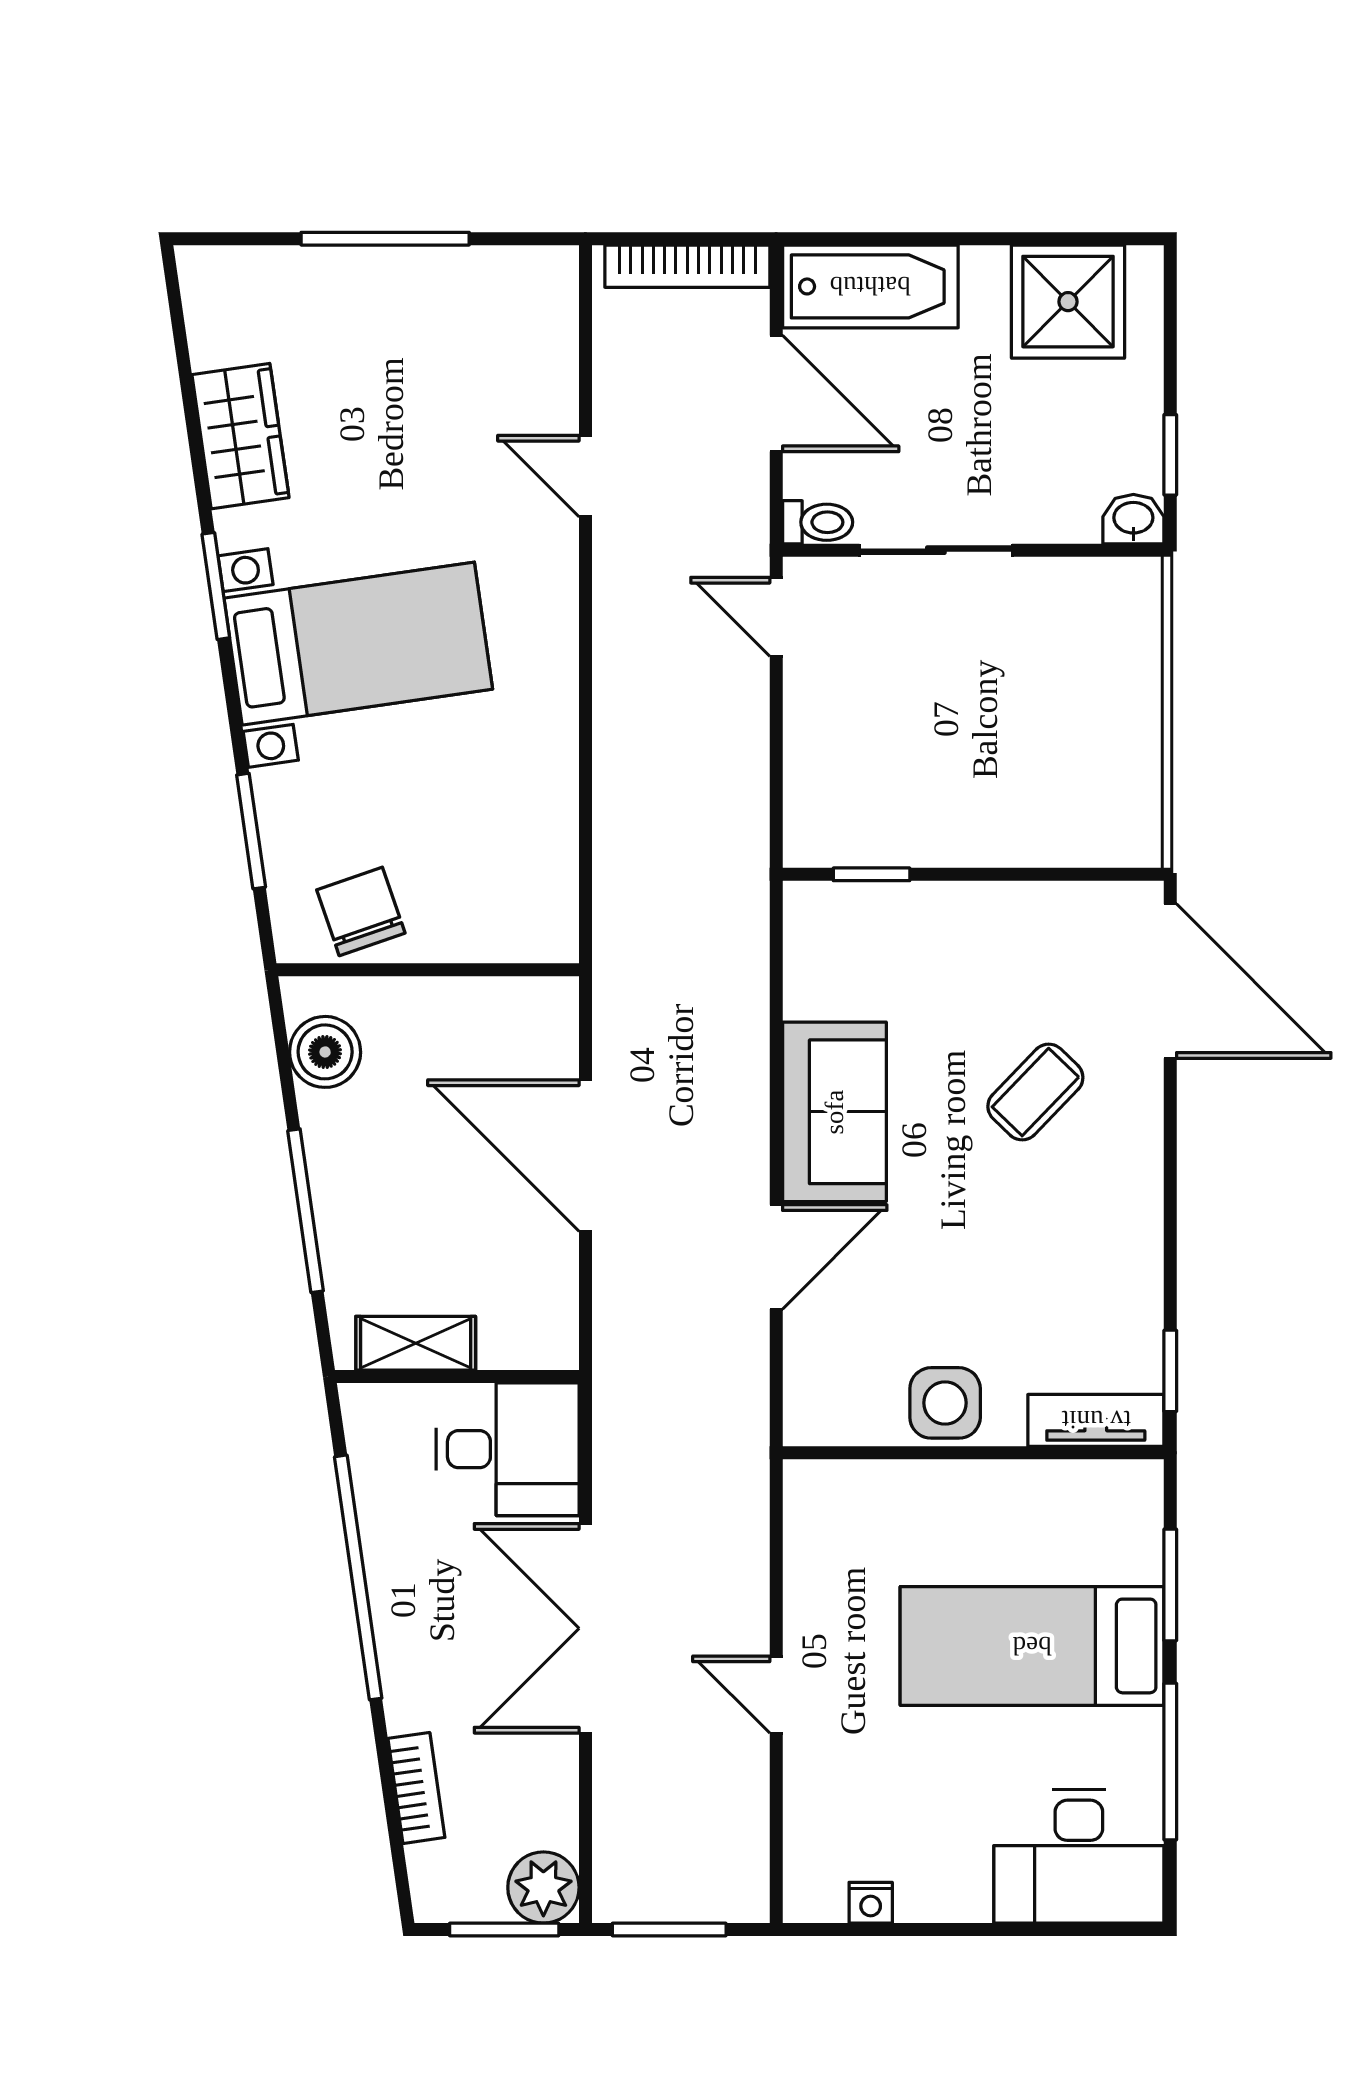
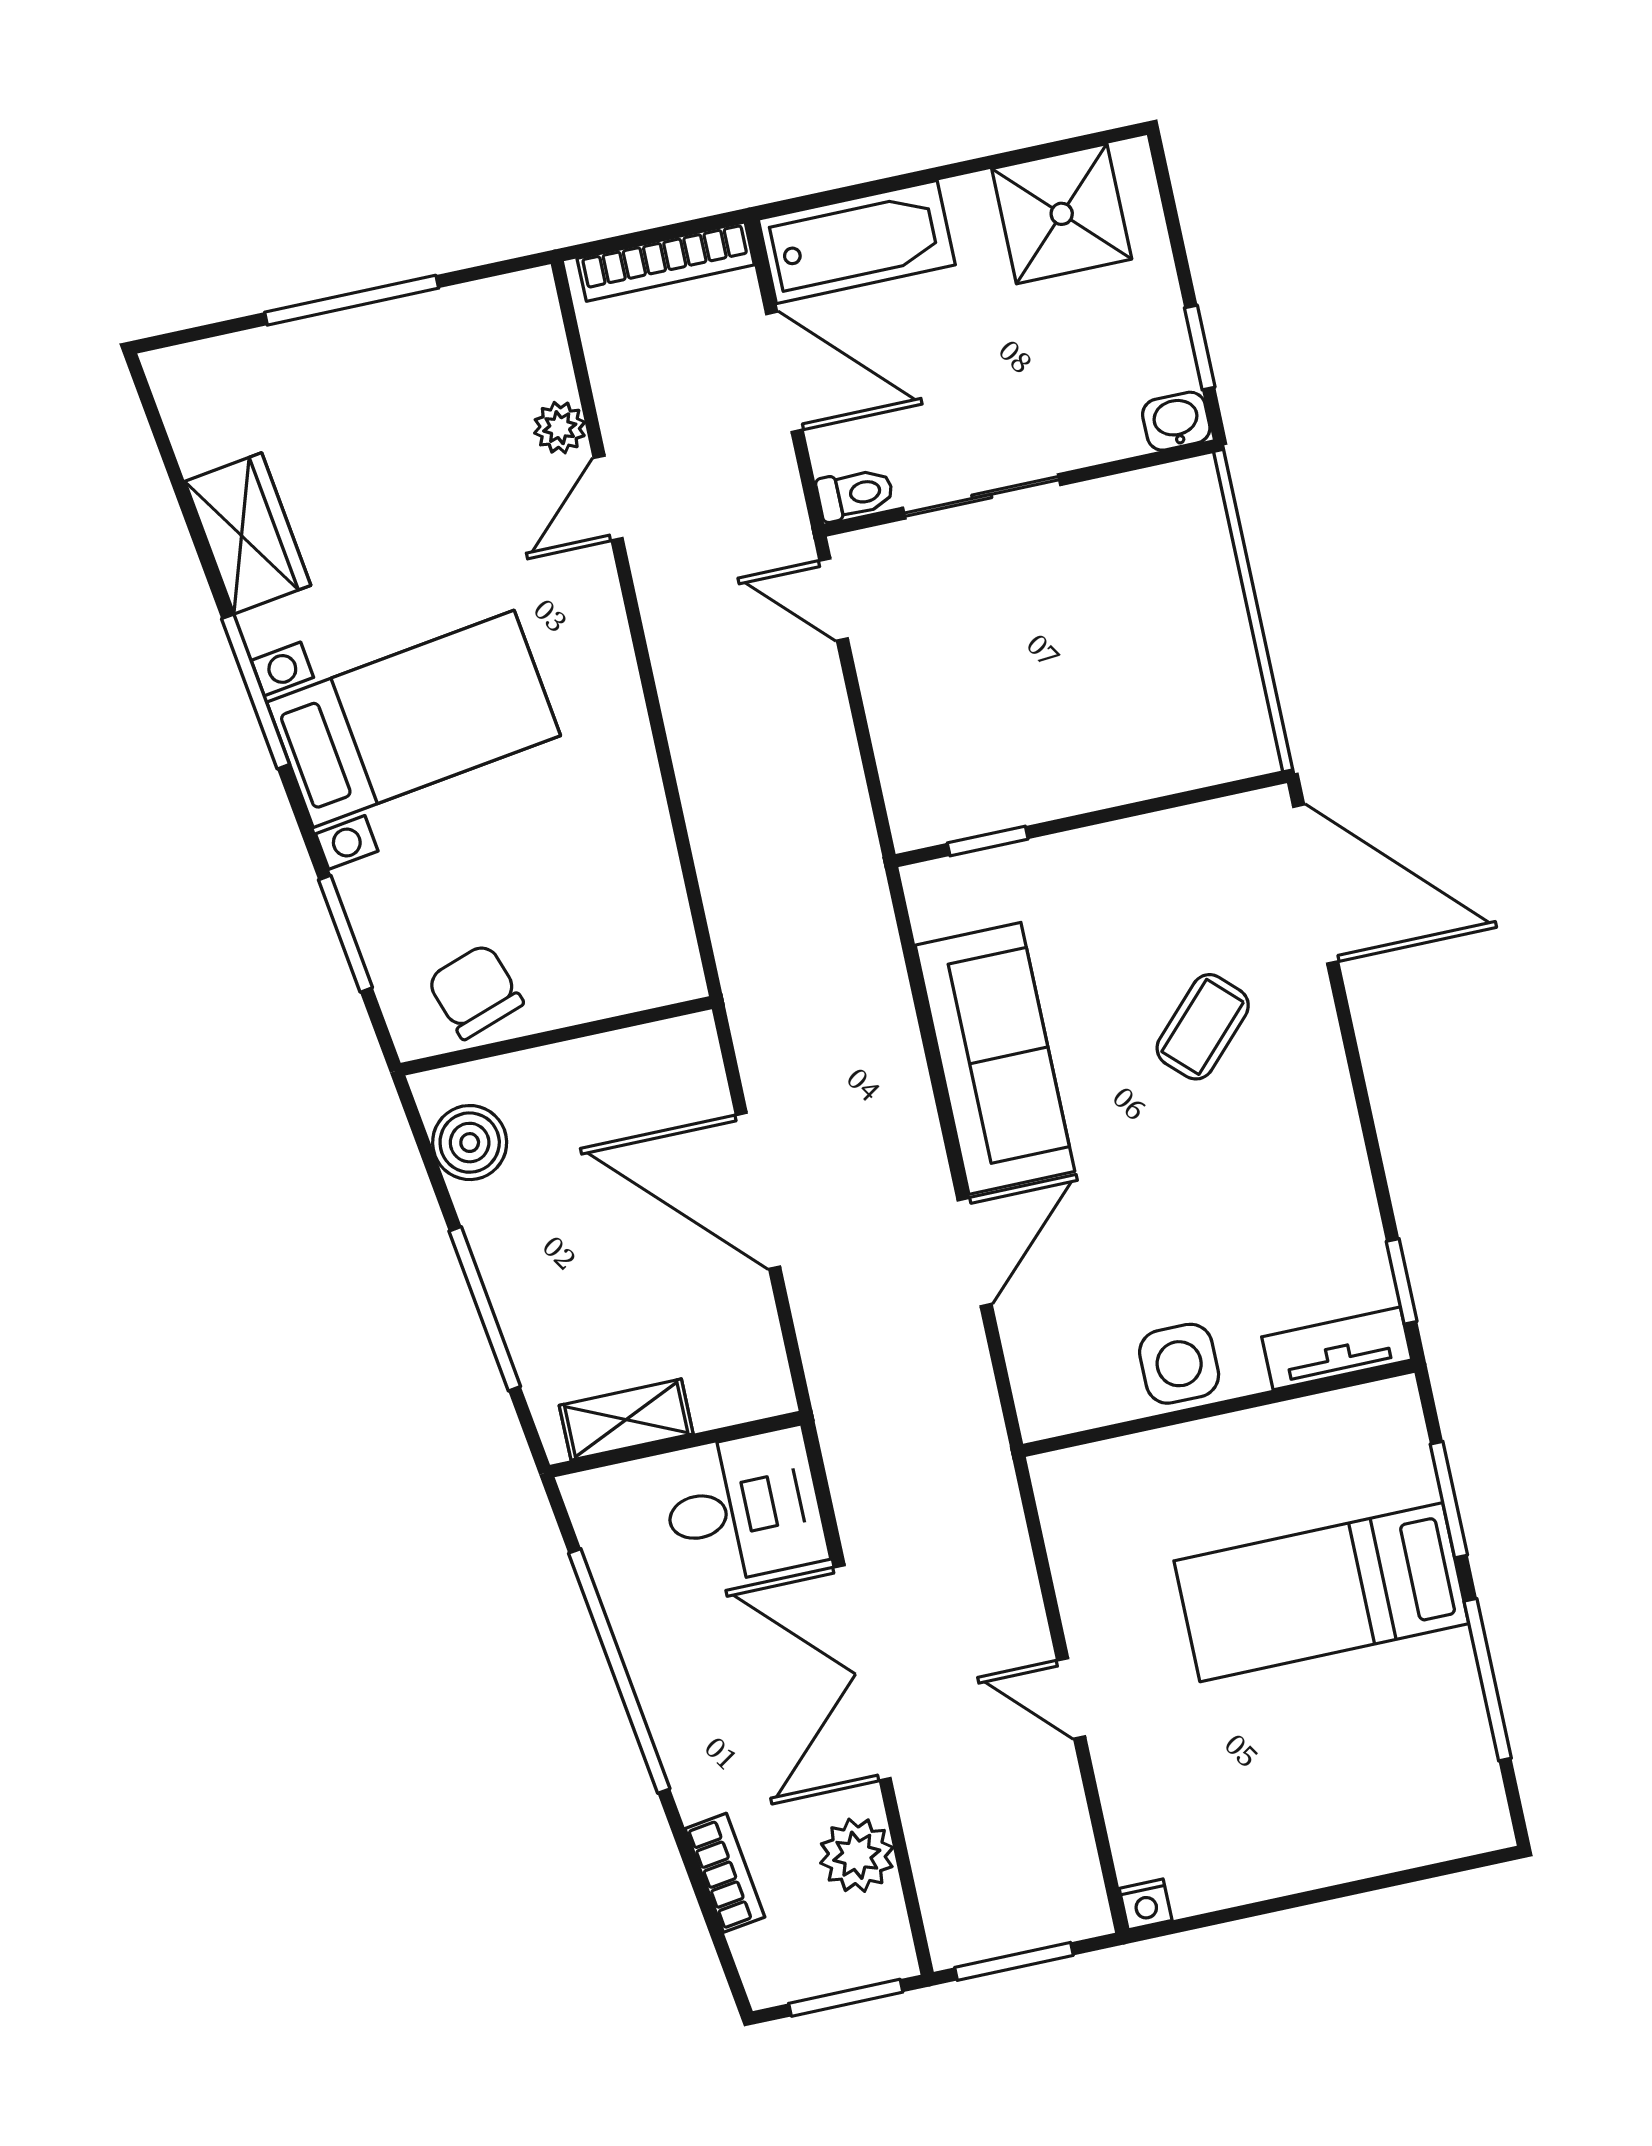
plant: (554, 400) -> (560, 428), added
door: (585, 476) -> (608, 498), hinge flipped
window: (216, 586) -> (256, 692), width x1.44
sofa: (834, 1112) -> (995, 1058), width x1.36
desk: (1079, 1856) -> (1415, 1796), removed
plant: (543, 1887) -> (857, 1855), moved
nightstand: (871, 1903) -> (1146, 1904), moved

